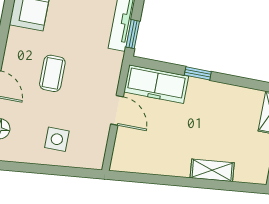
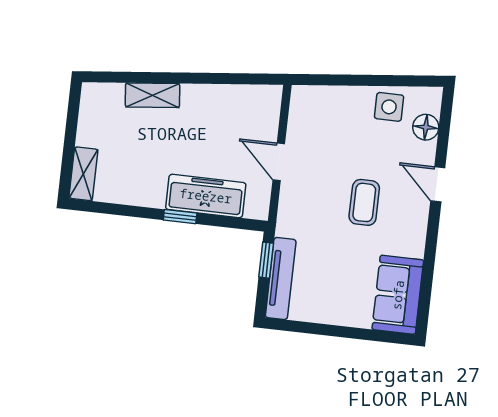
freezer: (156, 84) -> (206, 196), moved
side table: (57, 139) -> (389, 107), moved

